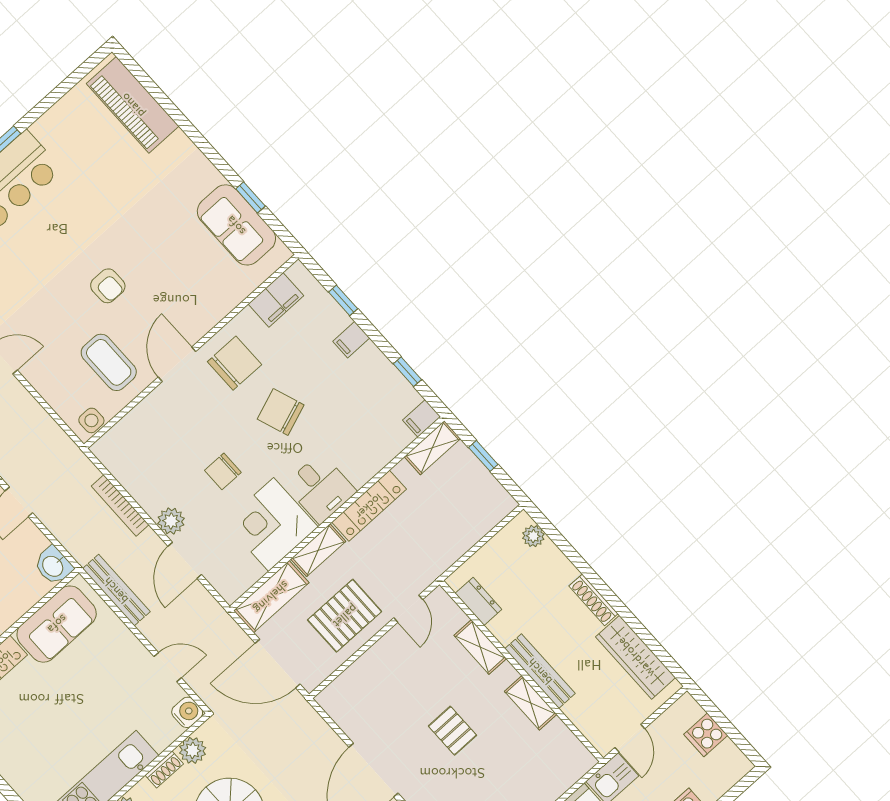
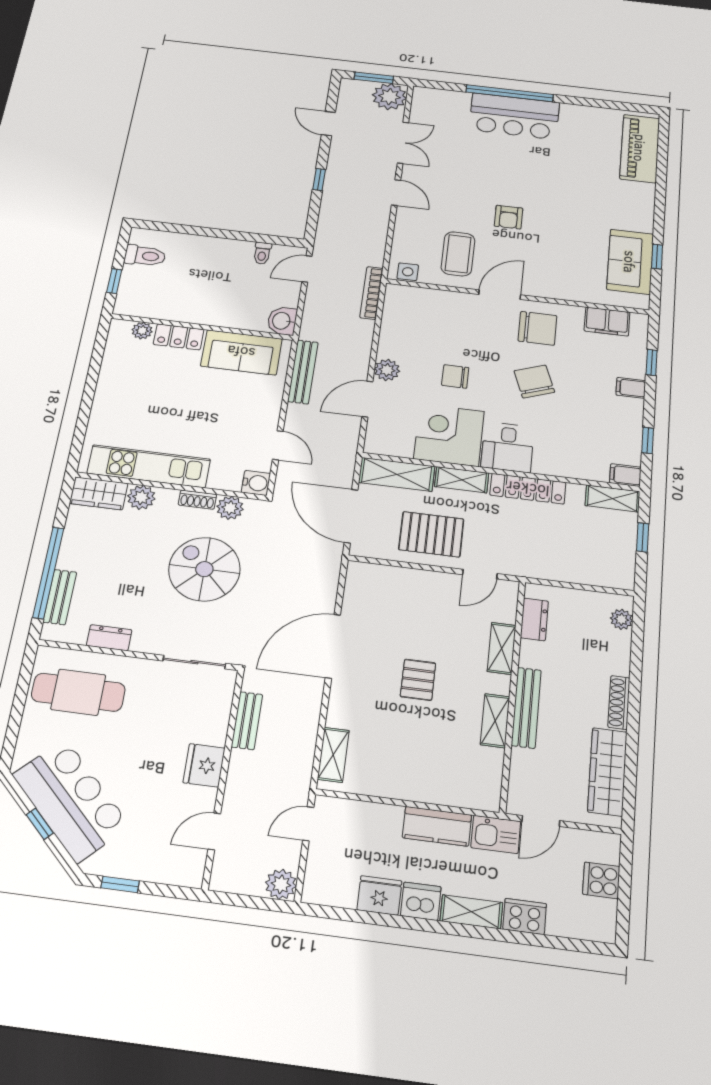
bookcase: (120, 505) -> (371, 293), moved

